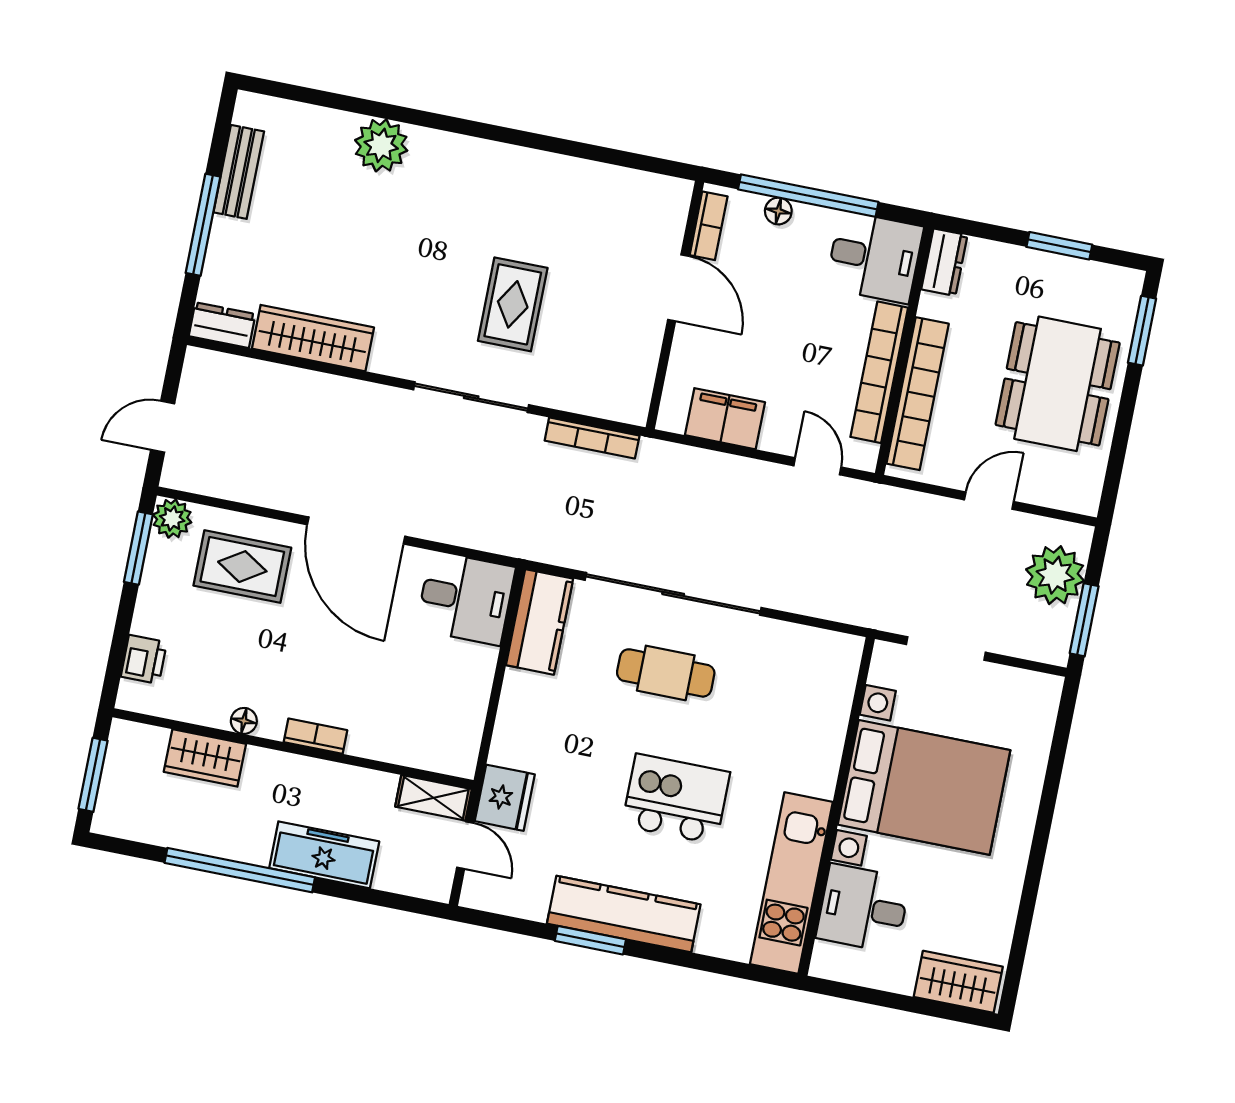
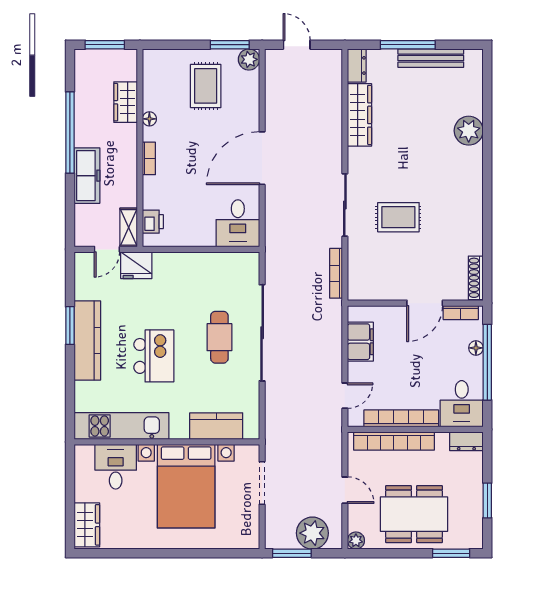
bench: (239, 172) -> (431, 58), width x1.36
shoe rack: (651, 186) -> (476, 278), added
plant: (1084, 499) -> (356, 541), added
rug: (242, 567) -> (206, 86), moved
kitchen counter: (540, 622) -> (216, 426), moved, turned 180
printer: (144, 659) -> (153, 222), moved, turned -90

